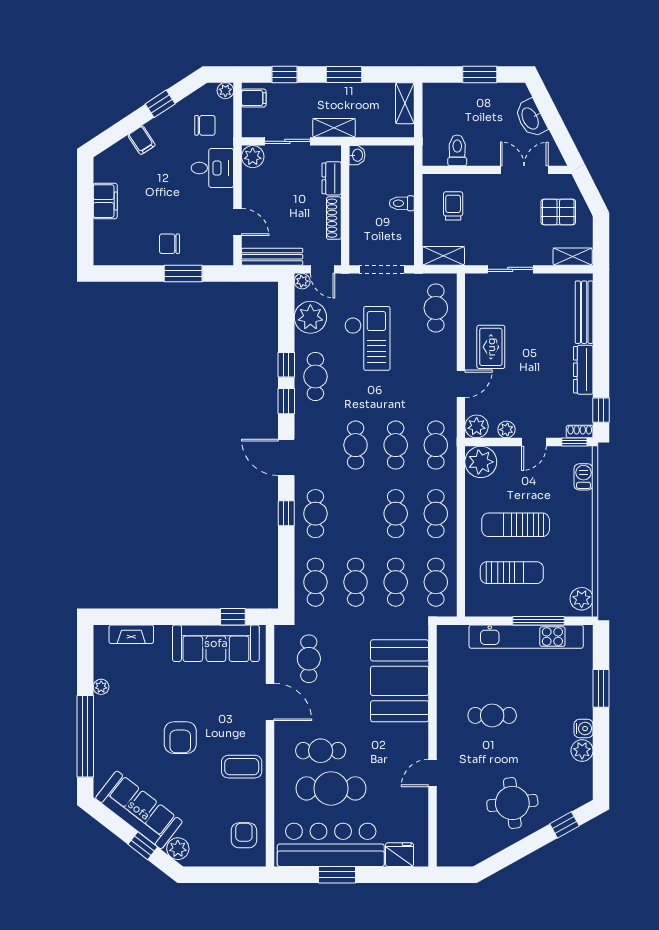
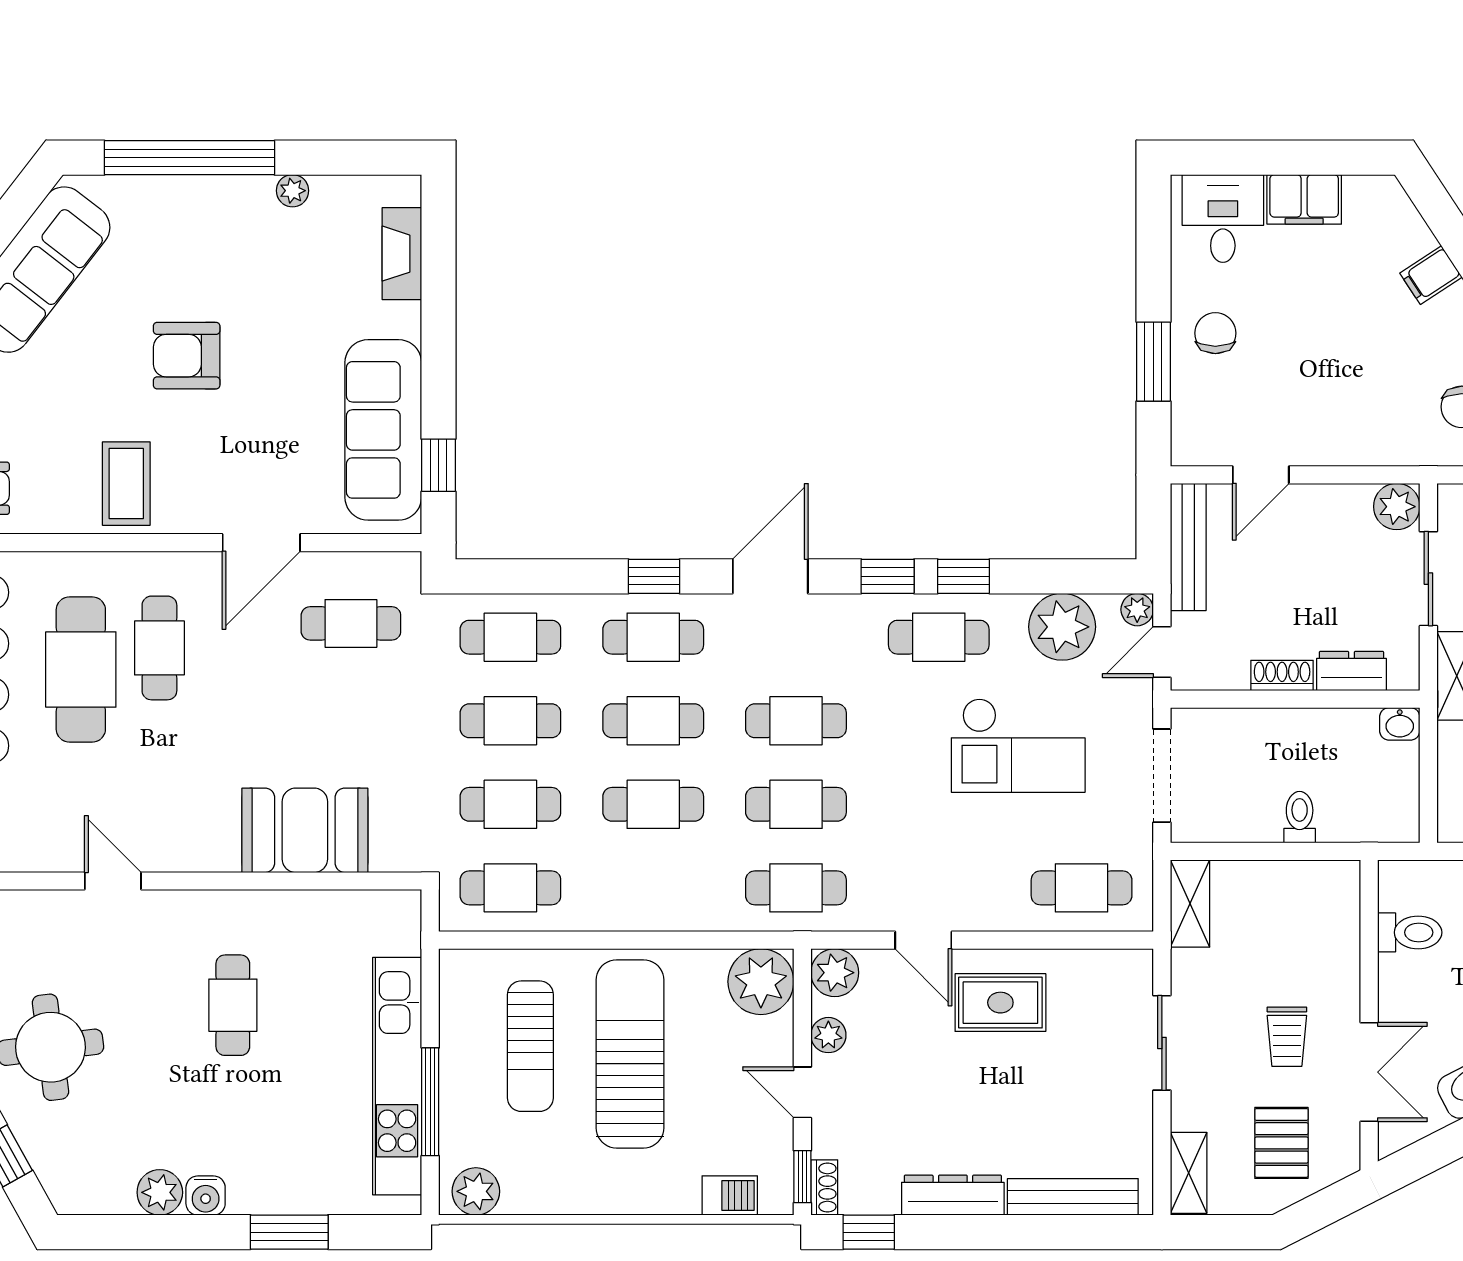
desk: (212, 168) -> (1223, 218), moved, turned 180
trolley: (453, 206) -> (1287, 1037), moved, turned 90
shoe rack: (334, 218) -> (1282, 675), width x0.70
cafe table: (436, 514) -> (653, 721), moved
sun lounger: (516, 525) -> (630, 1054), width x1.36, depth x1.34
booth: (400, 681) -> (305, 830), width x0.73, depth x0.70

